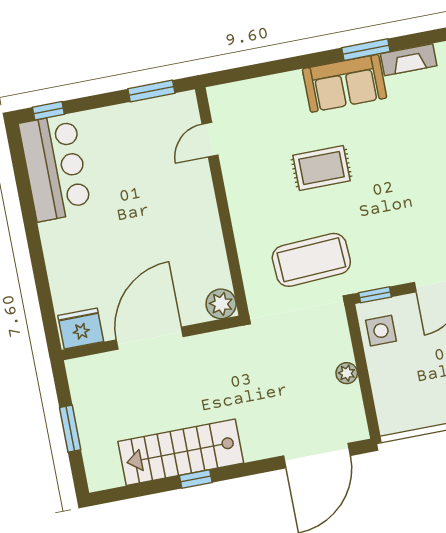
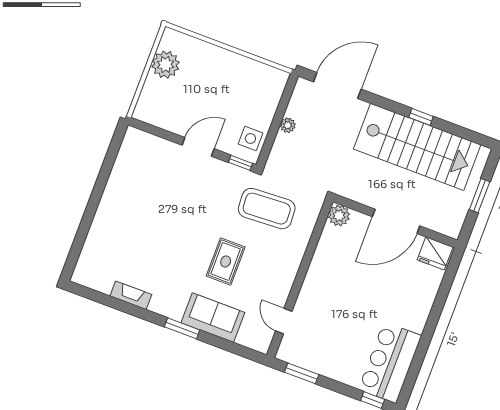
window: (366, 50) -> (182, 328), moved
sofa: (345, 83) -> (213, 318), moved
door: (210, 140) -> (284, 321), swing flipped
rug: (321, 168) -> (226, 261), turned 90
stairs: (181, 452) -> (417, 147), width x1.36, depth x1.51

